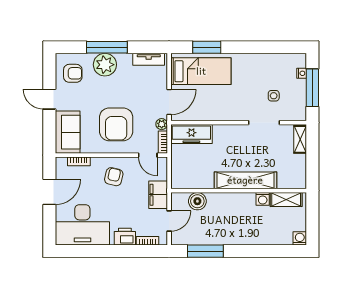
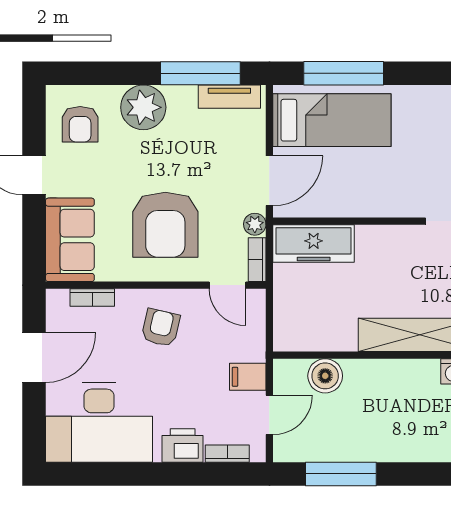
window: (107, 47) -> (200, 73), moved
window: (207, 47) -> (344, 73), width x1.44
armchair: (73, 73) -> (80, 124), turned 90
filing cabinet: (158, 195) -> (248, 377), width x0.50

